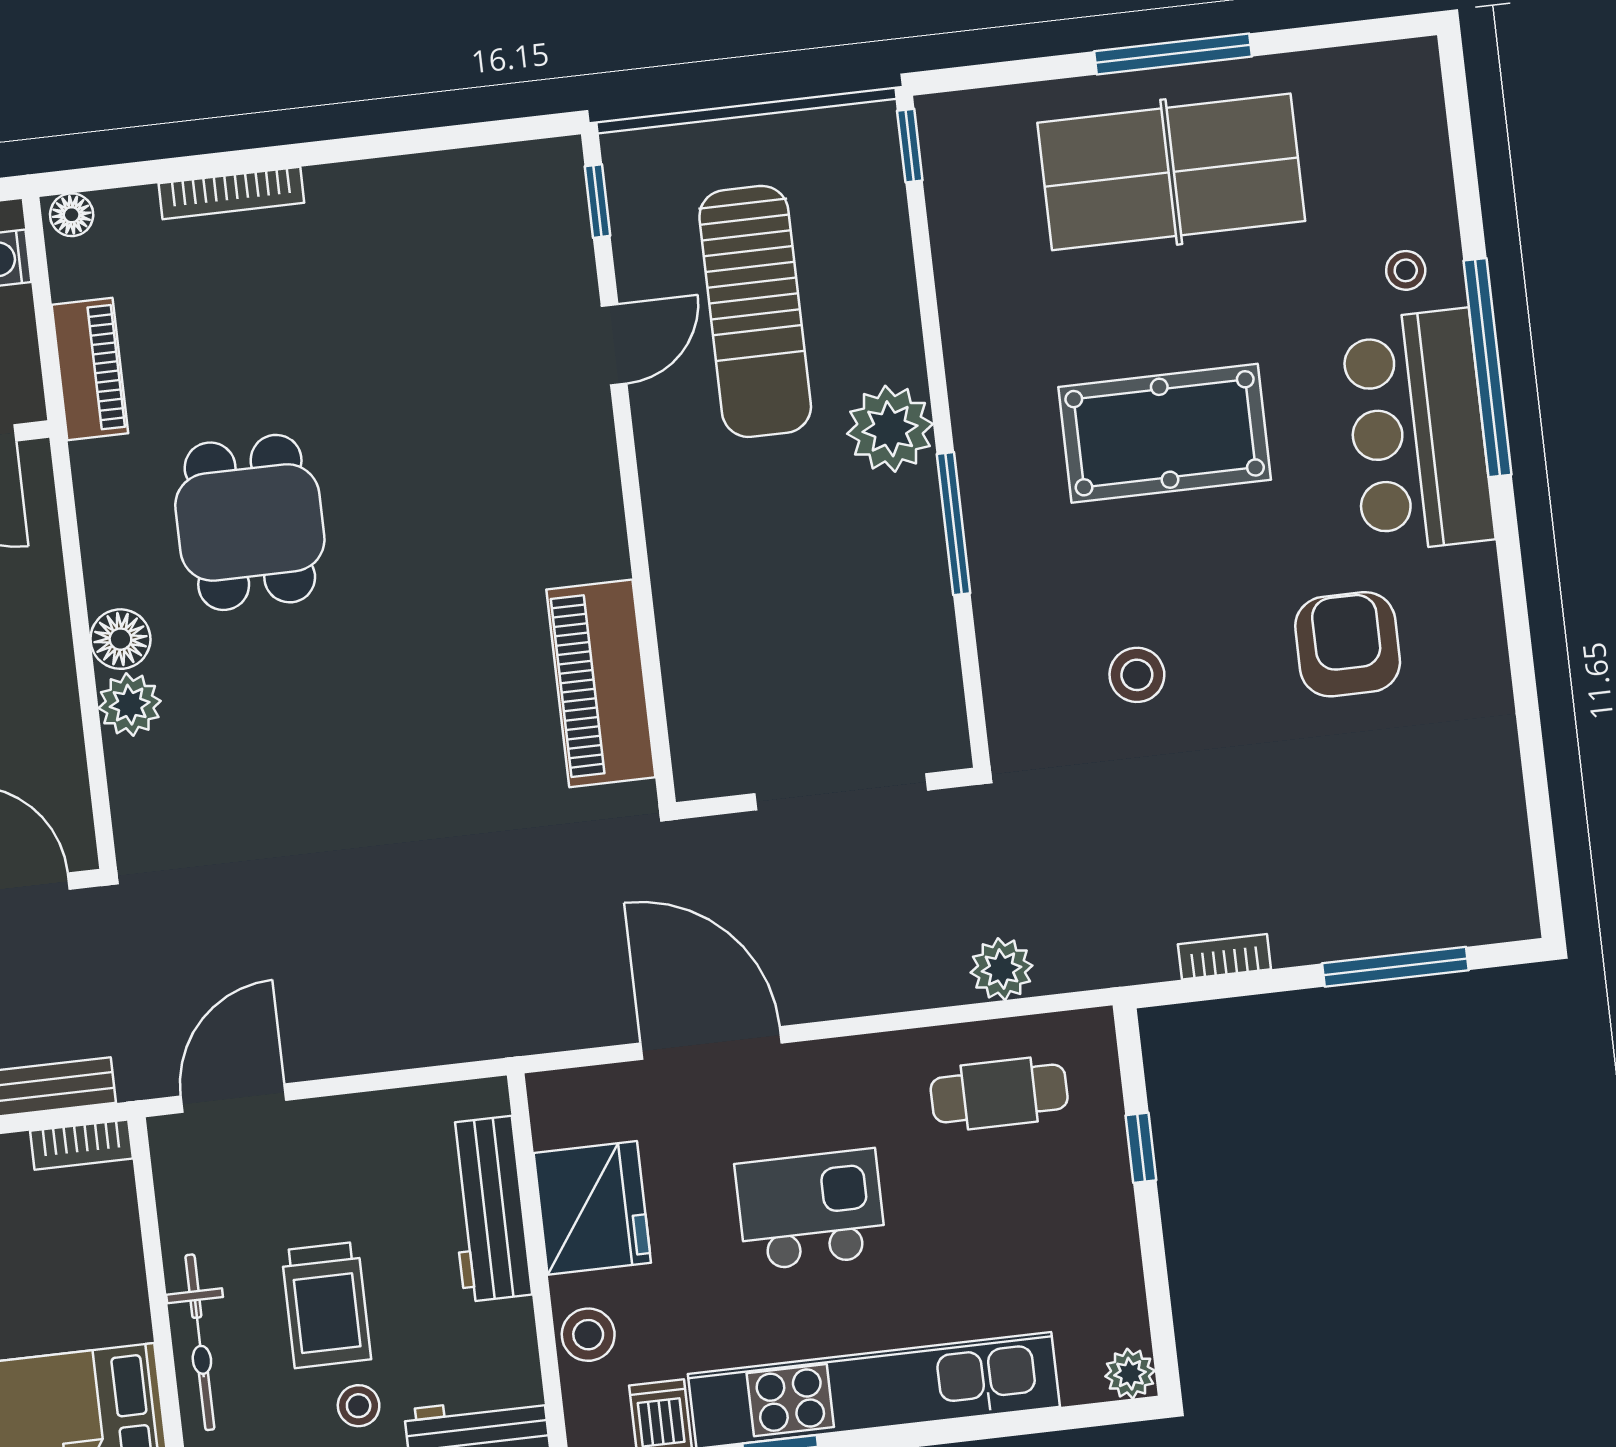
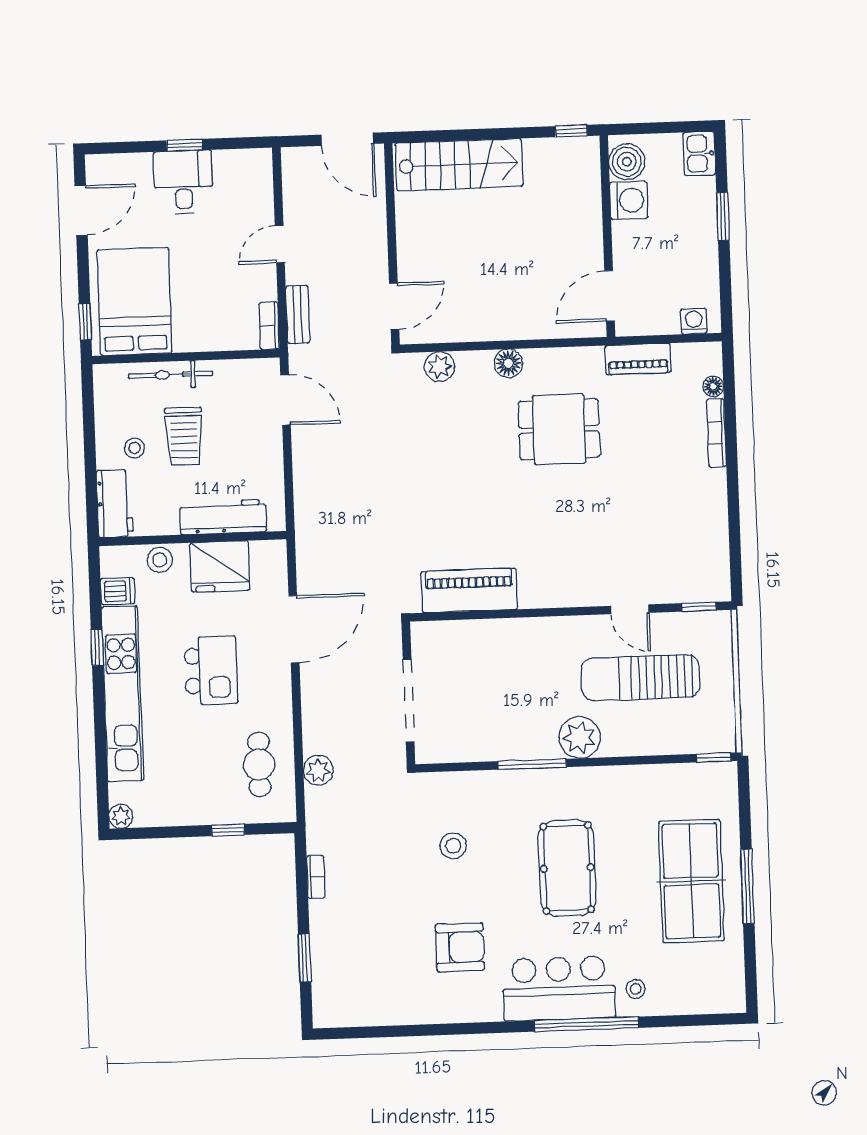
floor lamp: (72, 215) -> (713, 386), moved
plant: (130, 705) -> (440, 367), moved
window: (1395, 967) -> (305, 958), width x0.69
trolley: (326, 1305) -> (184, 436), turned -90

